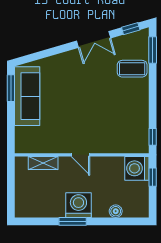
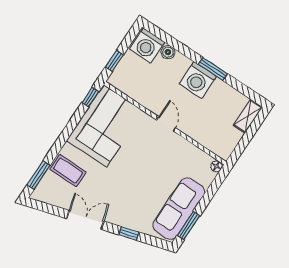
window: (131, 29) -> (129, 234), moved
corner sofa: (126, 122) -> (105, 126), added
floor lamp: (20, 148) -> (216, 166), added
shelving: (43, 163) -> (248, 116), moved, turned 90
washing machine: (137, 168) -> (147, 46), moved, turned 90

